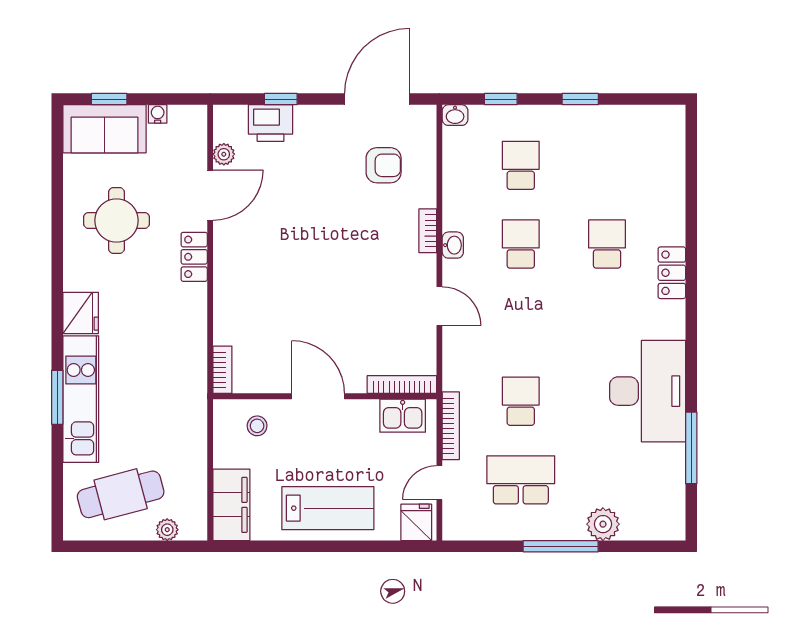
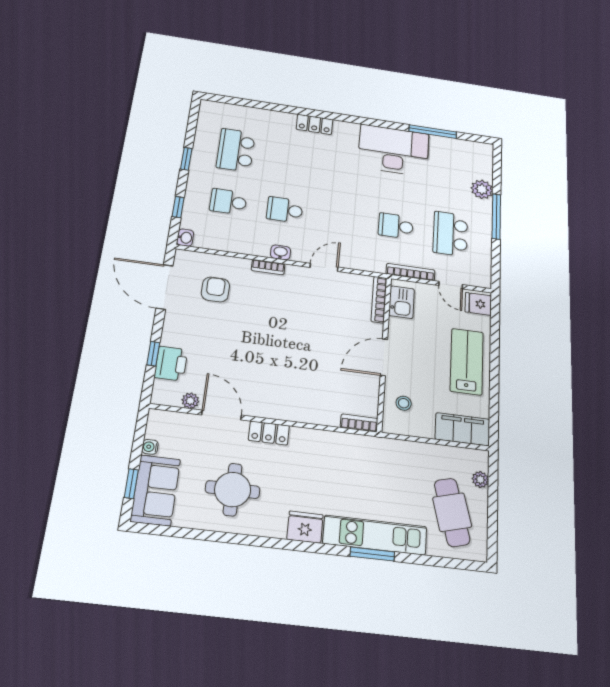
school desk: (607, 244) -> (236, 150), moved, width x1.85

